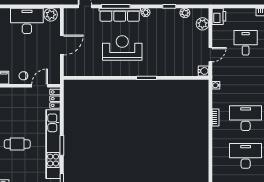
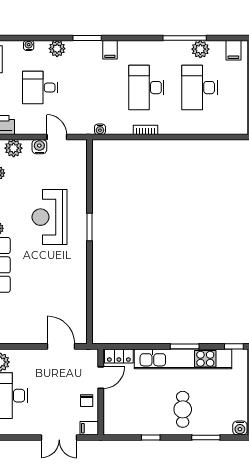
door: (62, 45) -> (61, 346), moved
reception desk: (122, 48) -> (50, 217), moved
water cooler: (204, 71) -> (39, 147), moved
door: (40, 86) -> (101, 378), swing flipped

